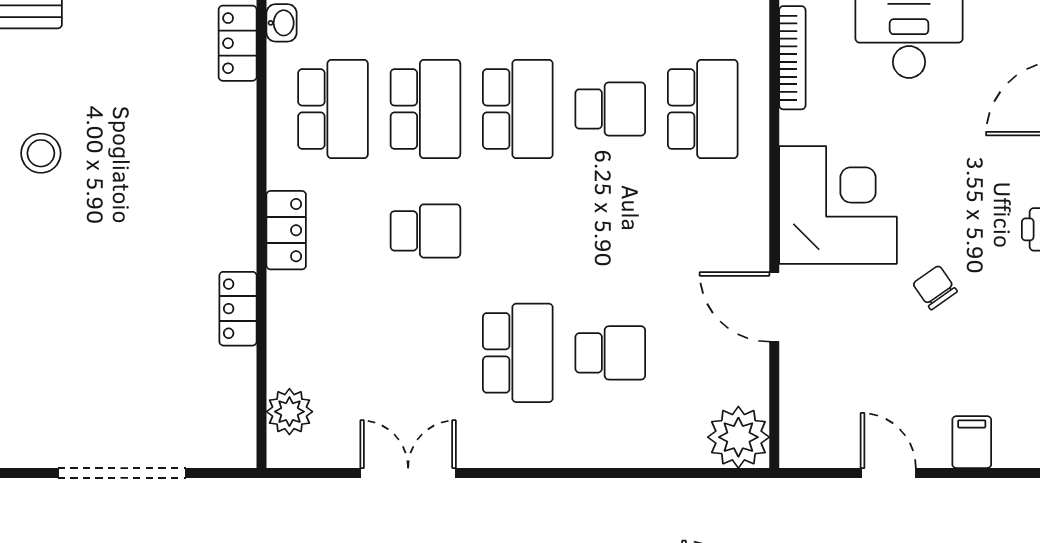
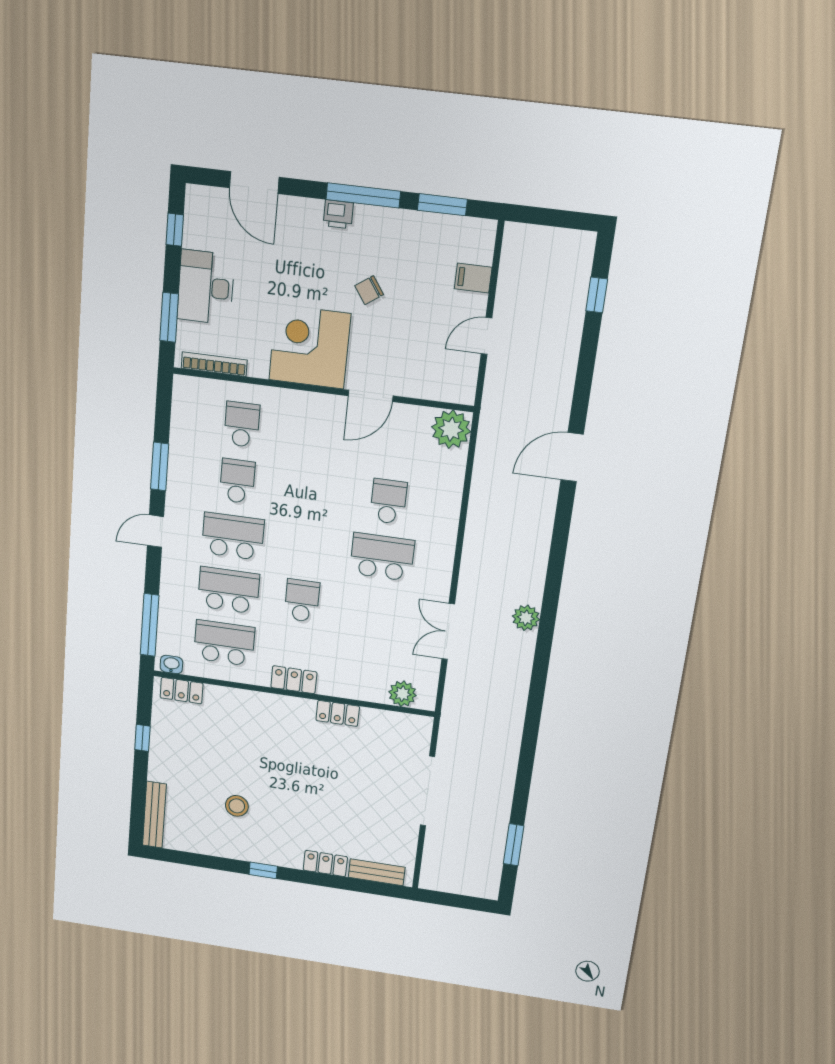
school desk: (703, 109) -> (242, 424), width x0.54

